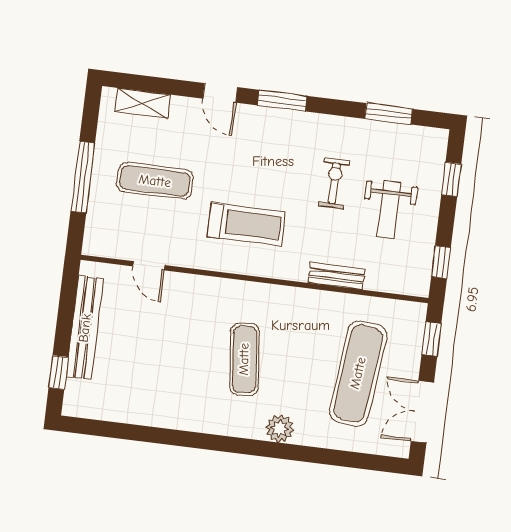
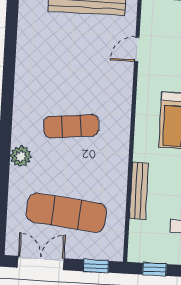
bench: (336, 276) -> (139, 191), width x1.36

